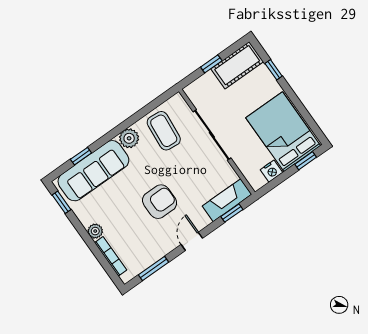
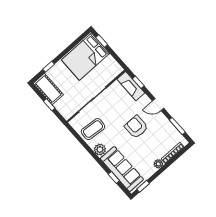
nightstand: (271, 171) -> (110, 61), removed

